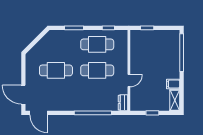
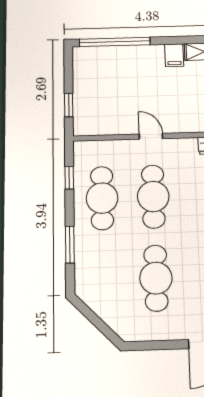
door: (129, 81) -> (151, 136), moved

